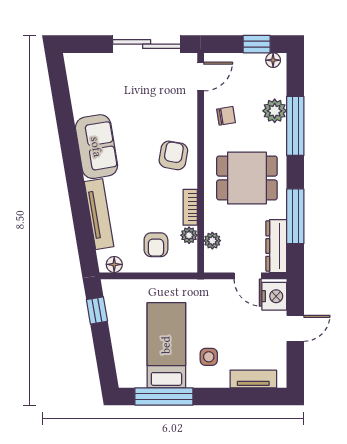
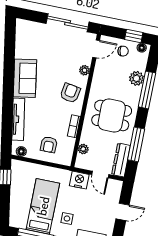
chair: (226, 116) -> (123, 51), moved
plant: (189, 235) -> (84, 70), moved
nightstand: (274, 296) -> (79, 180), moved, turned -90

